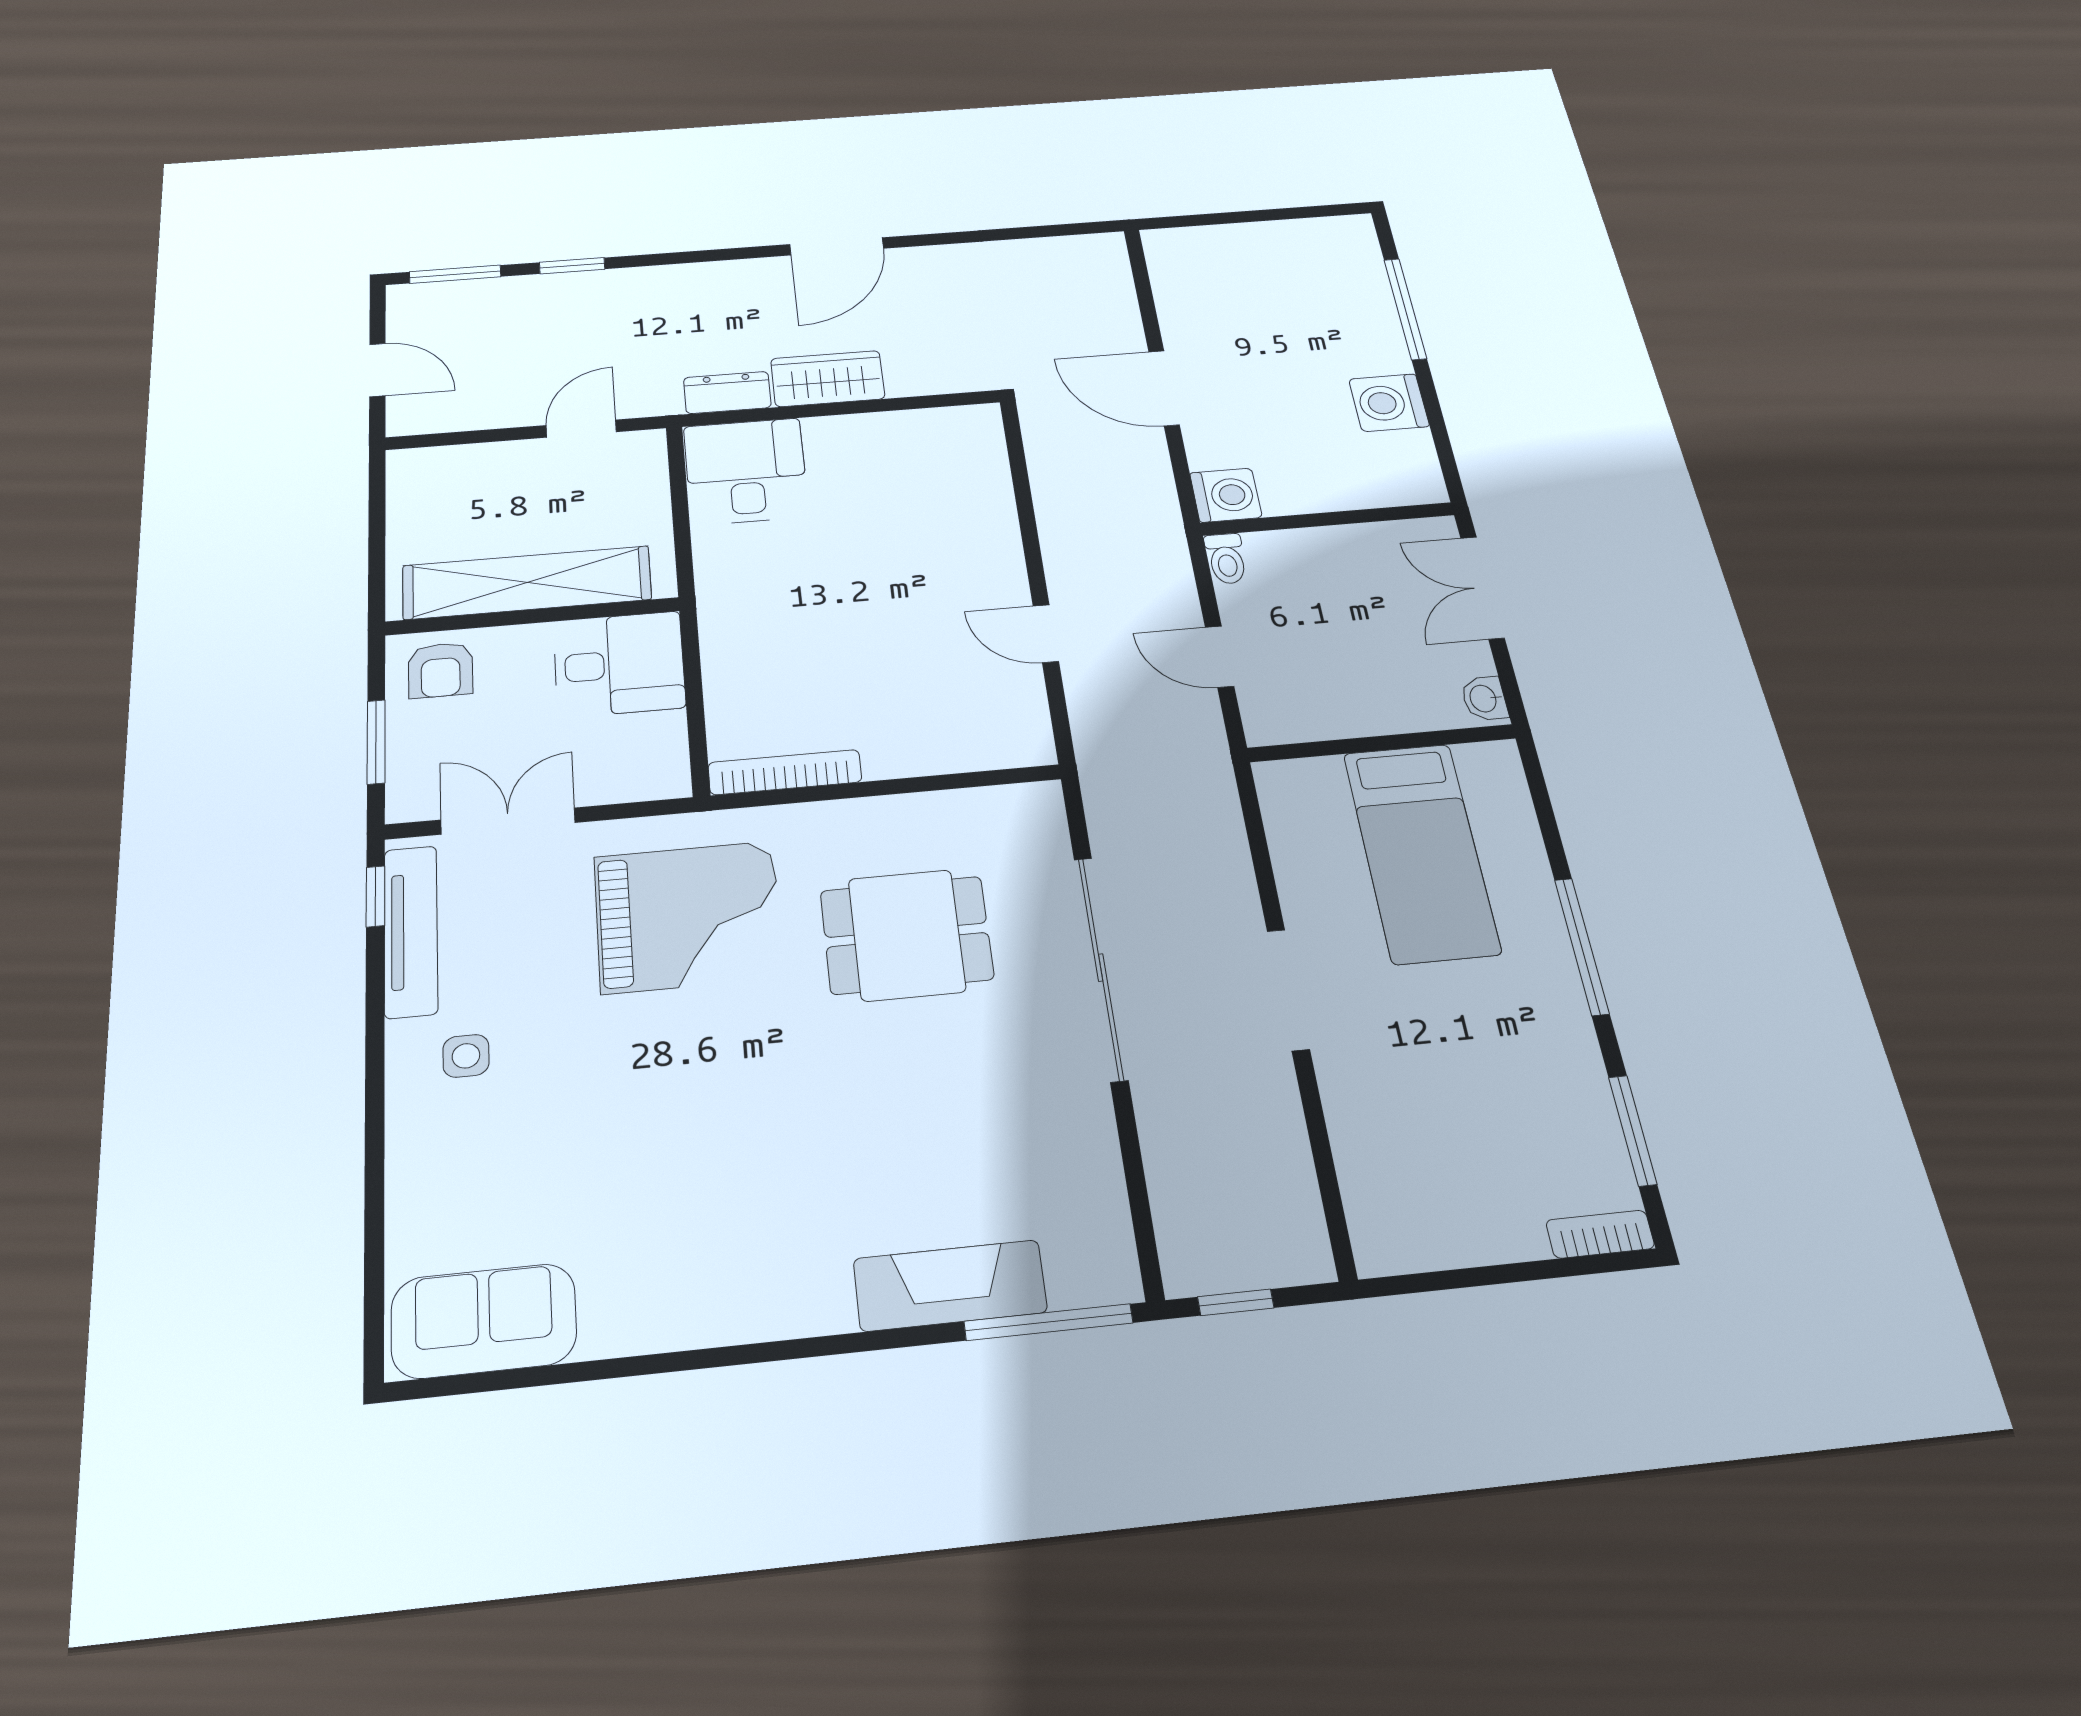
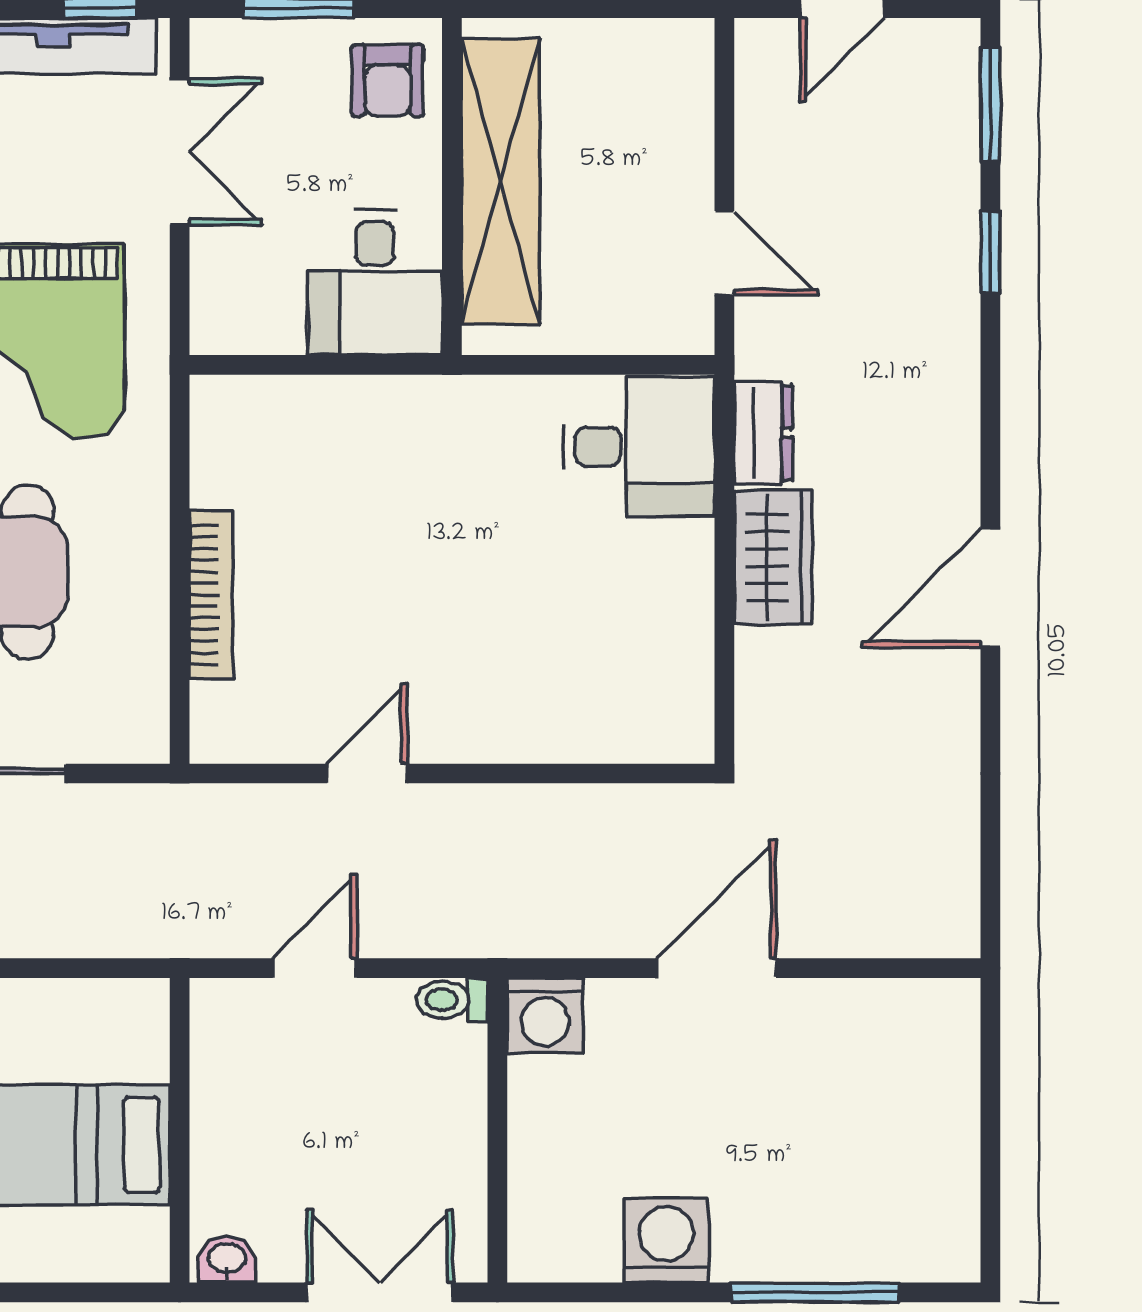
door: (837, 246) -> (990, 588), hinge flipped
armchair: (441, 670) -> (388, 81), turned -90
bookcase: (785, 772) -> (211, 595), moved

